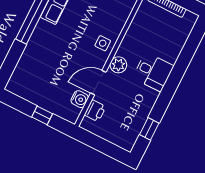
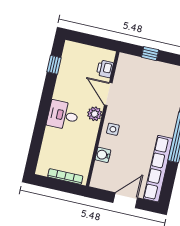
door: (98, 83) -> (108, 94), swing flipped
water cooler: (80, 99) -> (103, 155), moved

